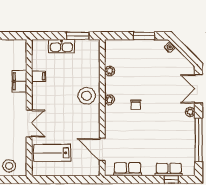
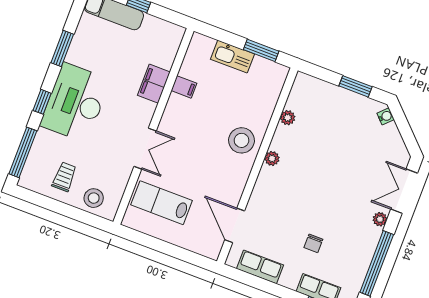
chair: (136, 105) -> (313, 243), moved

